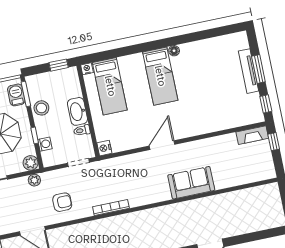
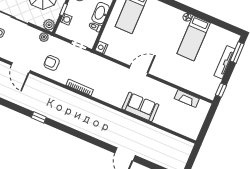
window: (258, 69) -> (237, 52), moved
bed: (160, 76) -> (194, 38), moved
fireplace: (252, 135) -> (187, 99), moved
window: (274, 142) -> (210, 117), removed
armchair: (62, 202) -> (52, 63), turned 180

